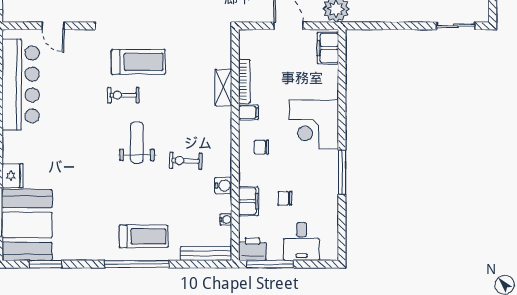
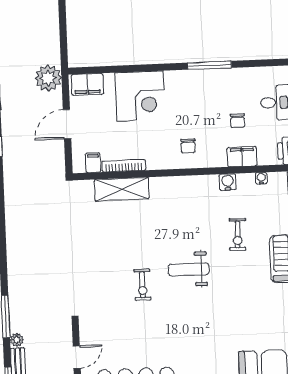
treadmill: (138, 62) -> (109, 271), removed
shelving: (223, 87) -> (122, 189), width x1.50, depth x1.33
filing cabinet: (249, 112) -> (93, 163), moved
corner desk: (314, 125) -> (140, 96), moved
exercise bike: (186, 161) -> (238, 234), moved

